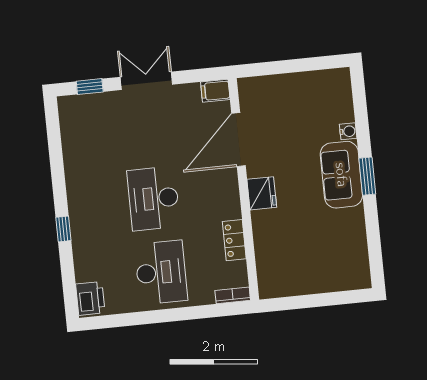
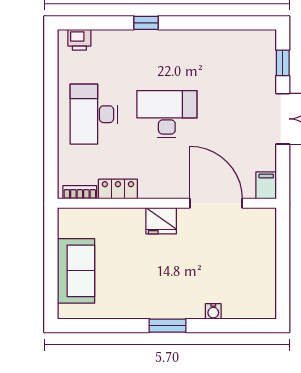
sofa: (341, 175) -> (76, 271), moved, turned 90
desk: (161, 272) -> (94, 114), turned 90
bookcase: (233, 295) -> (80, 192), moved, turned -90
printer: (90, 298) -> (79, 40), width x0.73, depth x0.81

